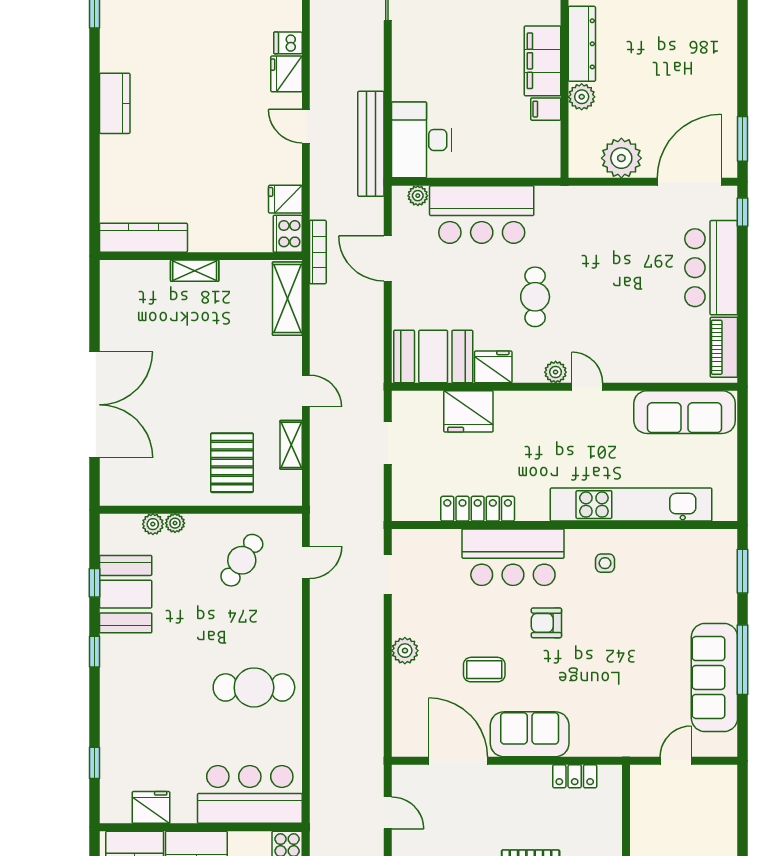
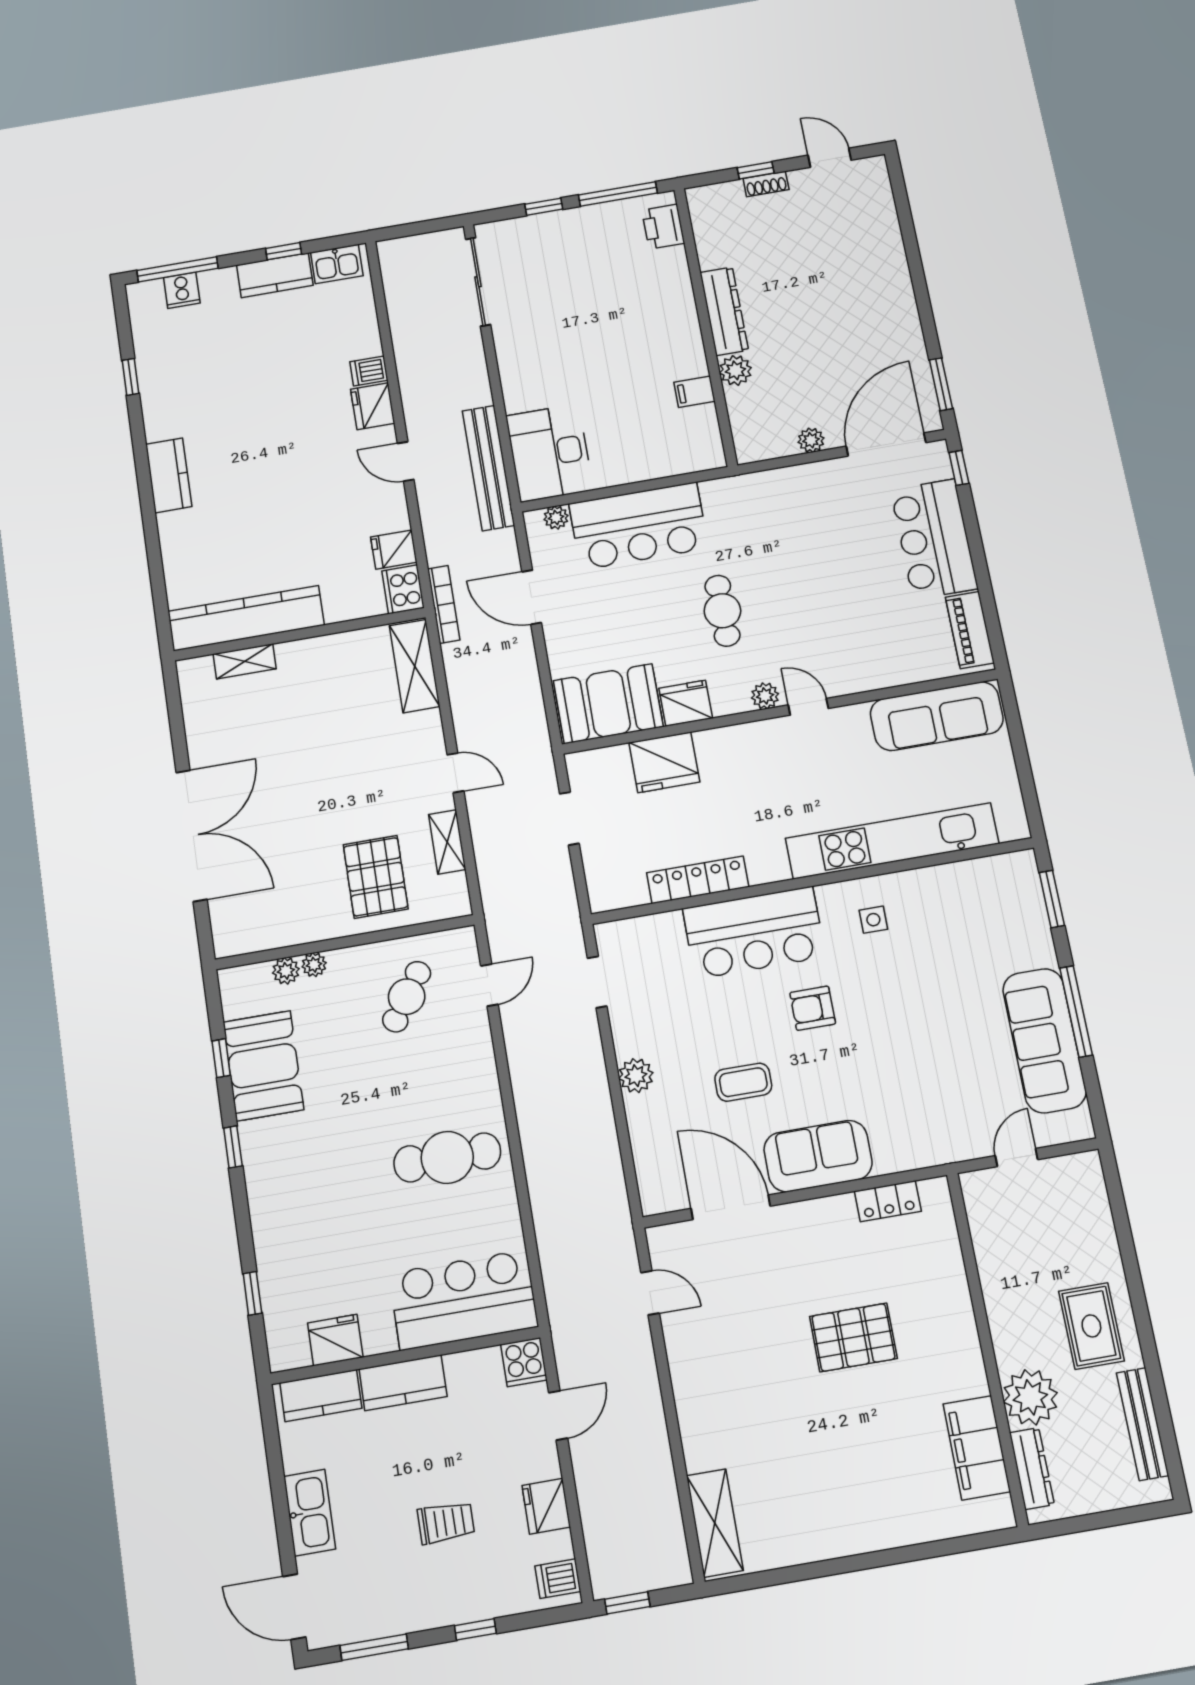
filing cabinet: (543, 61) -> (680, 338), removed
plant: (621, 158) -> (811, 440), width x0.53, depth x0.53
kitchen counter: (143, 238) -> (246, 618), width x1.39, depth x1.17
shelving: (195, 271) -> (245, 661), moved

